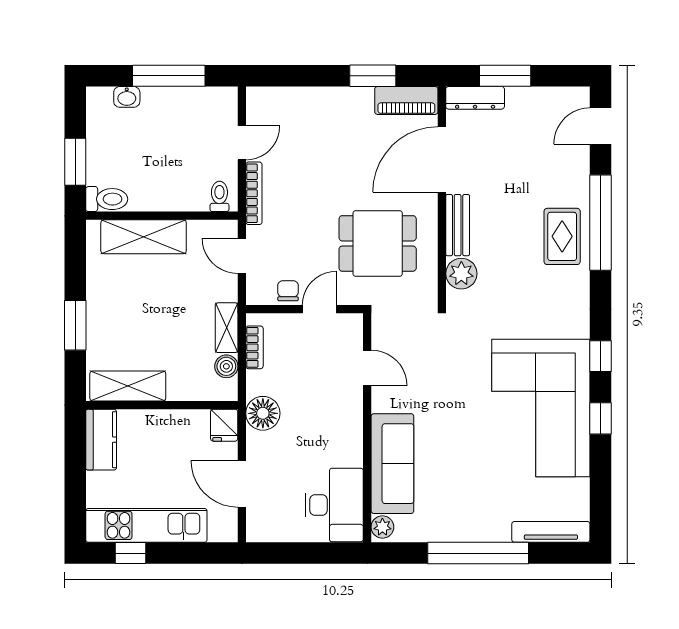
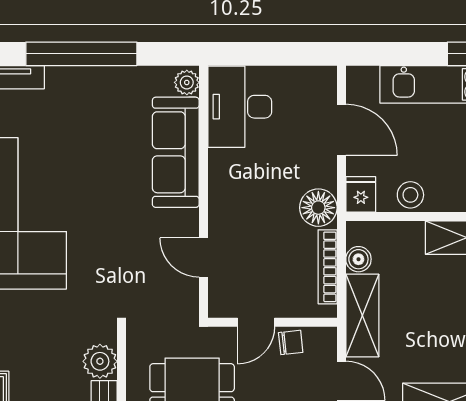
chair: (288, 291) -> (291, 342), turned -96
shelving: (227, 328) -> (362, 316), width x1.50, depth x1.33
bookcase: (254, 347) -> (328, 267), width x1.56
stool: (179, 425) -> (410, 195), added

